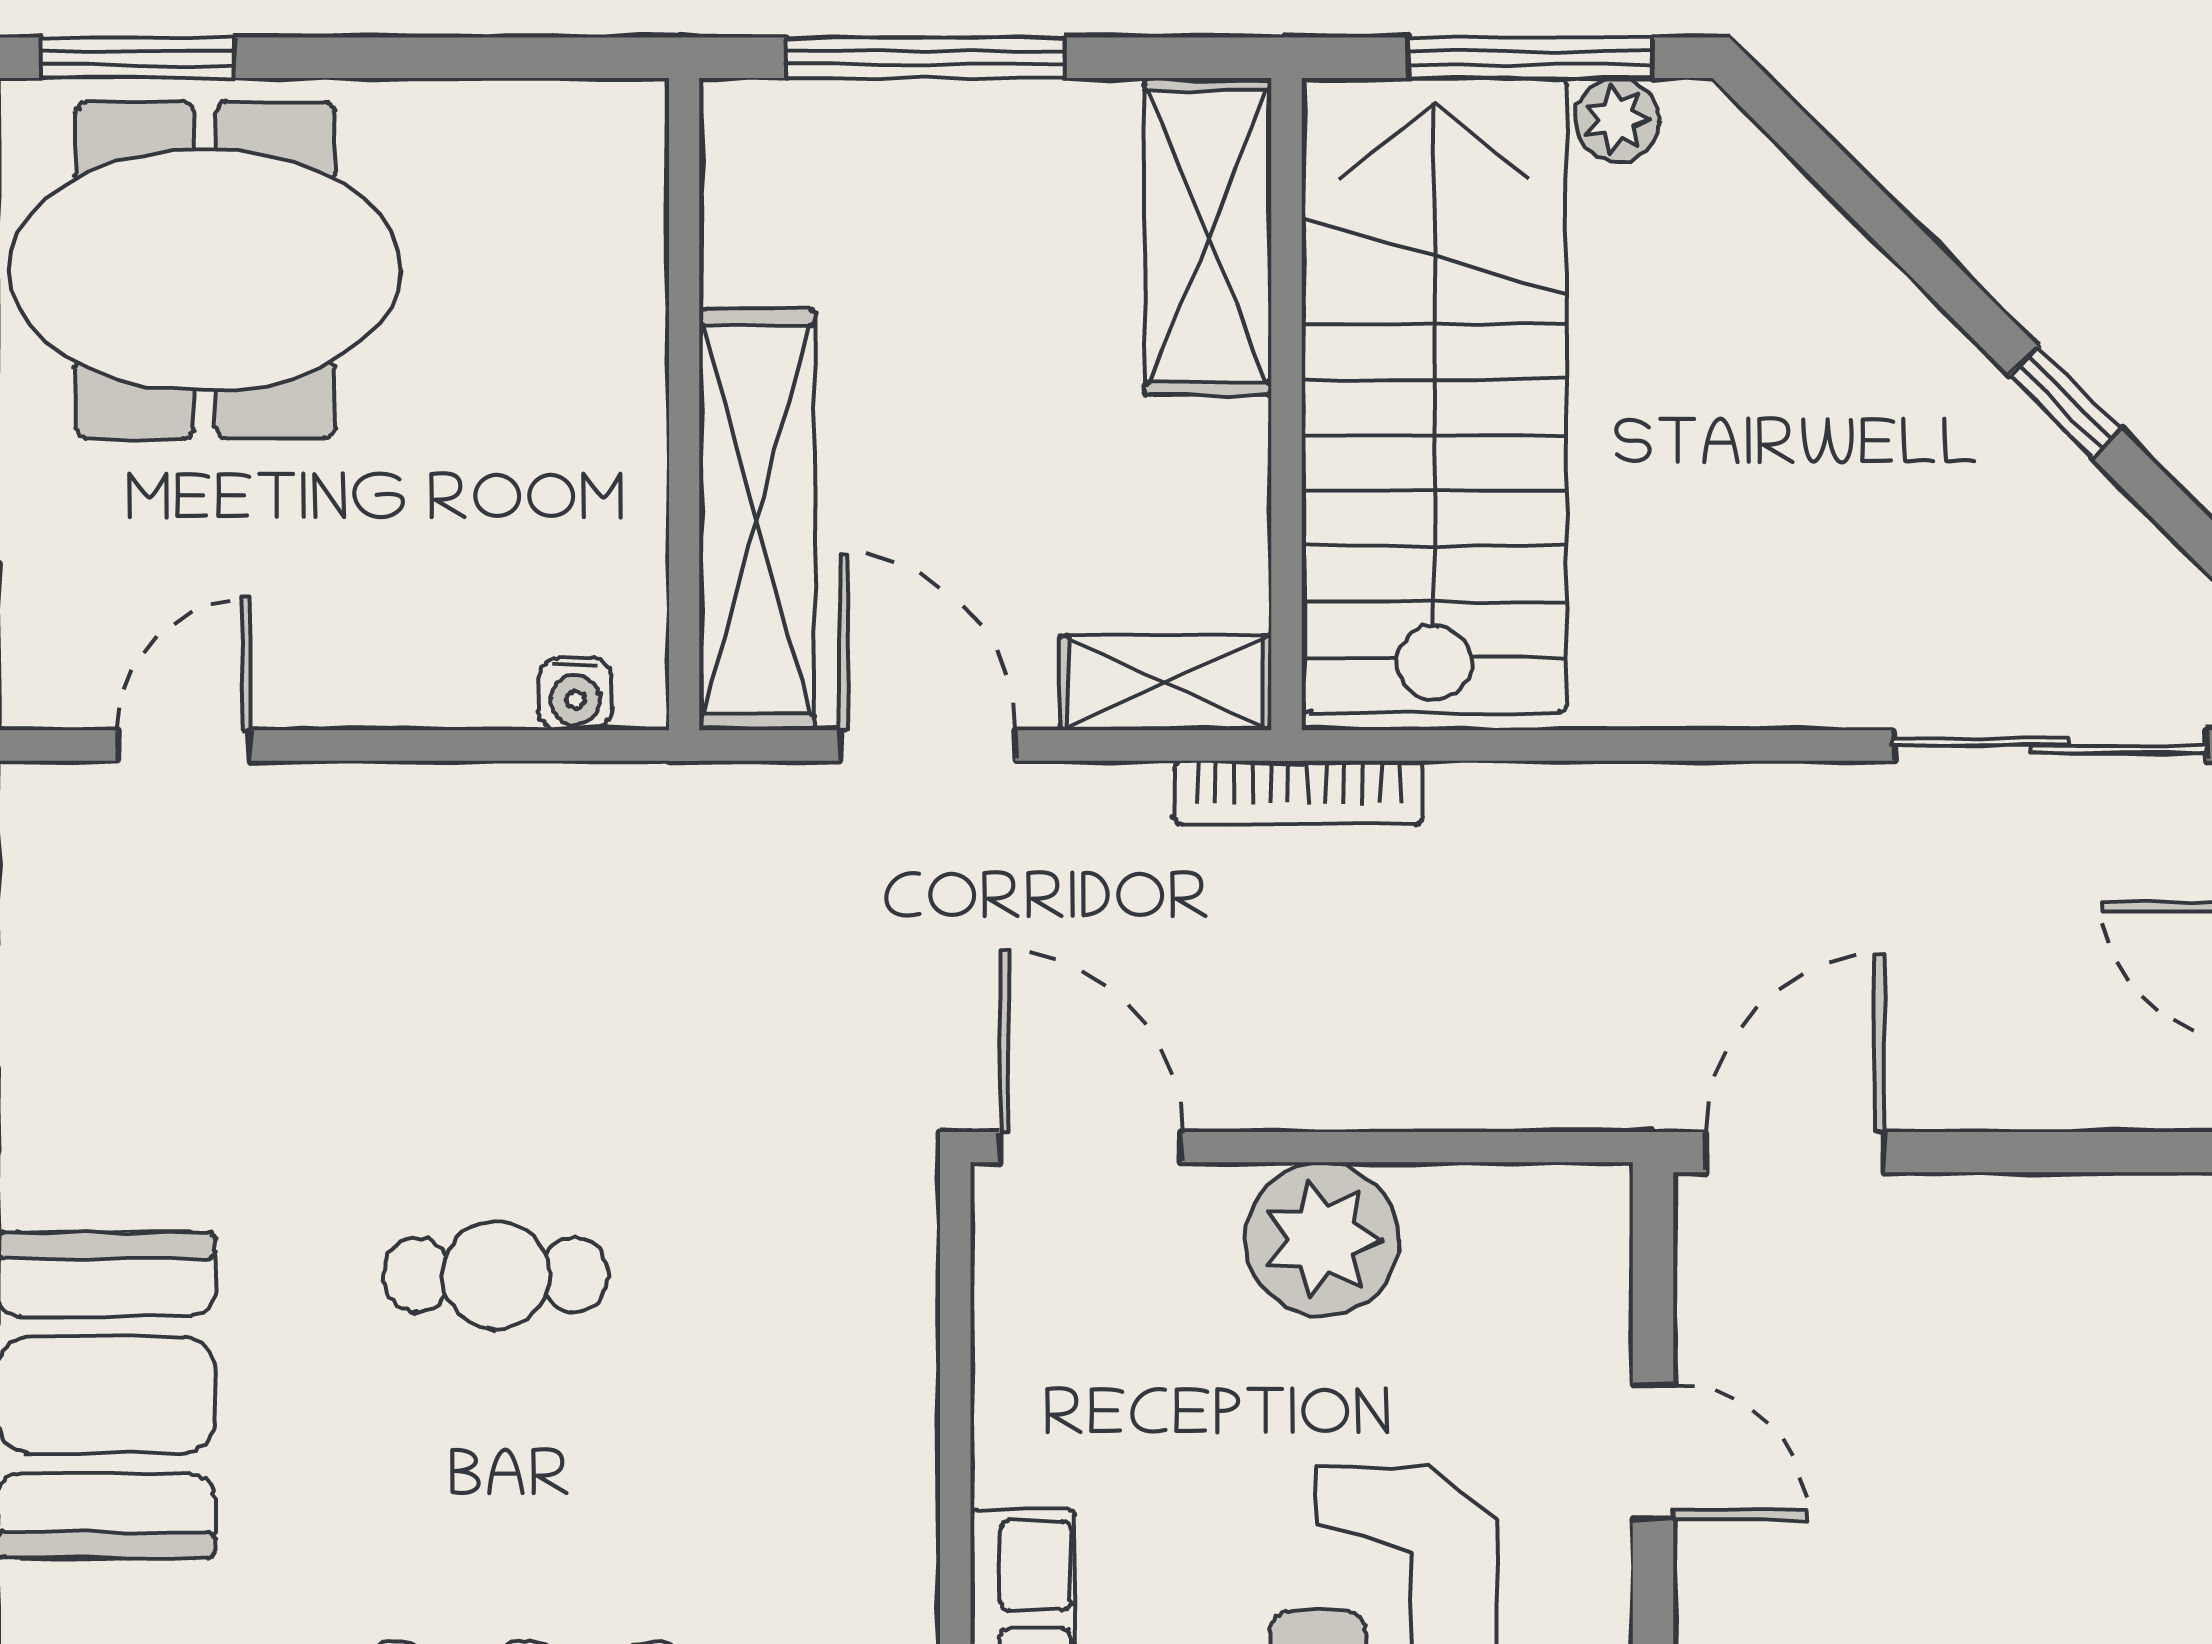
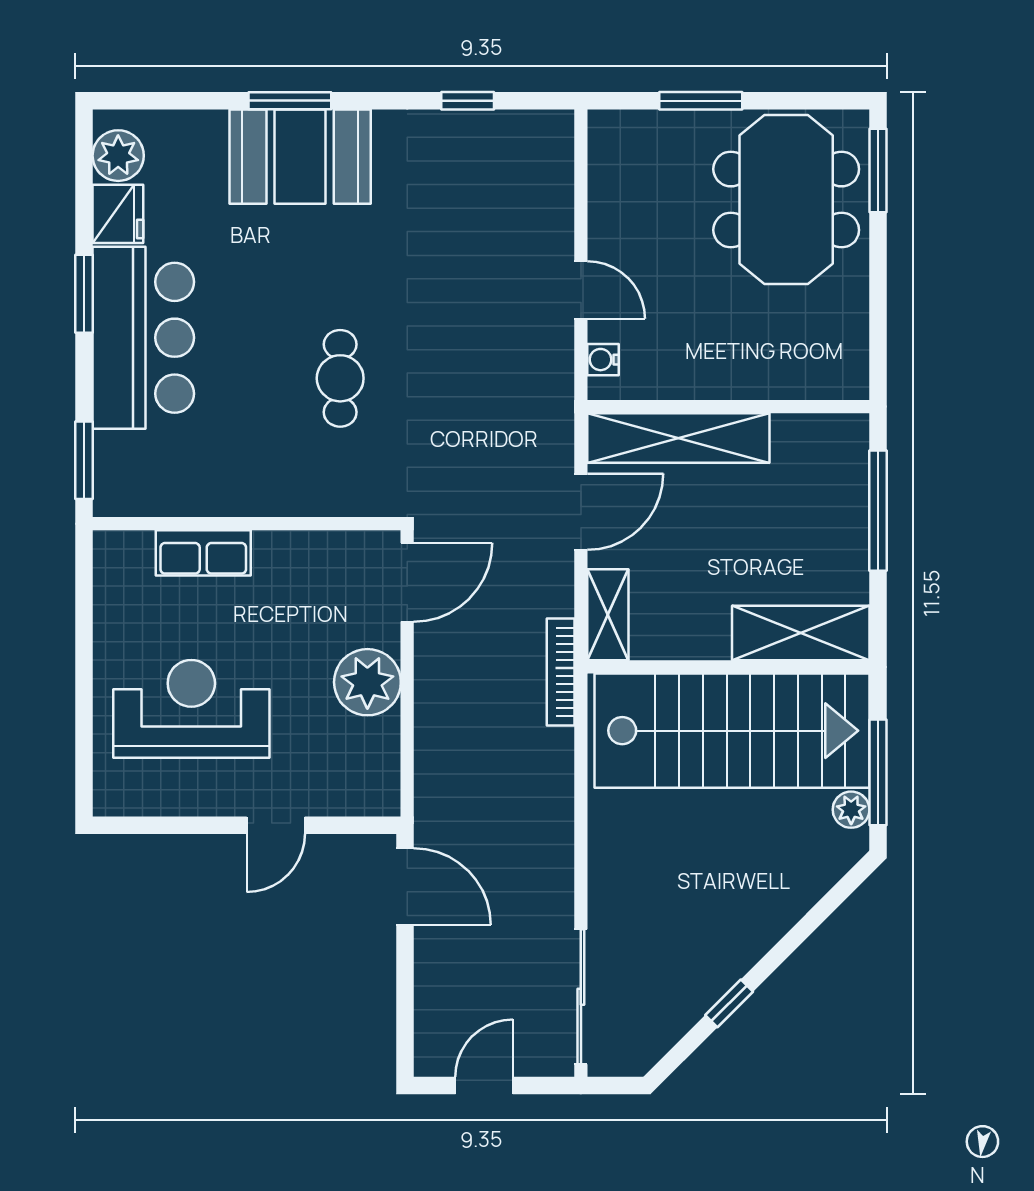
door: (184, 745) -> (581, 290), moved
cafe table: (496, 1275) -> (340, 378), moved

